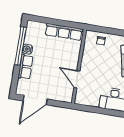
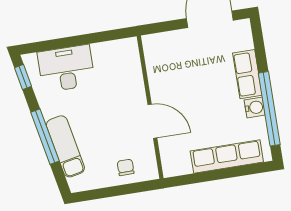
row of seats: (64, 32) -> (227, 157), moved
door: (77, 79) -> (152, 121), moved

